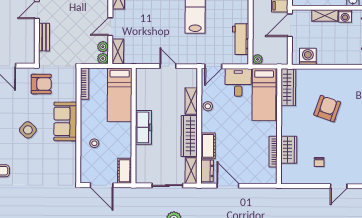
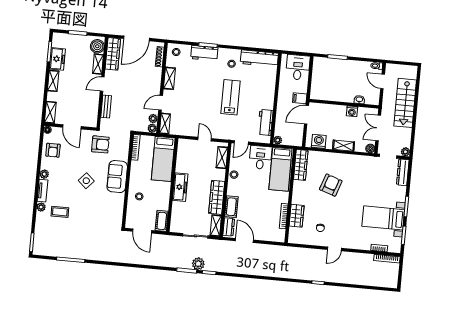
shelving: (325, 15) -> (344, 146), moved
shelving: (191, 101) -> (222, 158), moved

